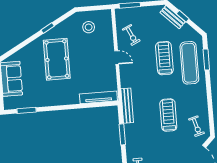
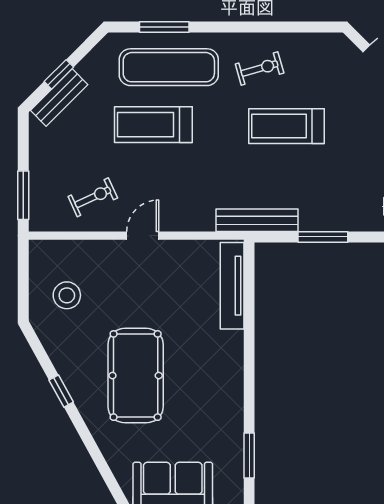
pool table: (57, 59) -> (136, 376), turned 90
exercise bike: (196, 126) -> (260, 68), moved

